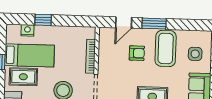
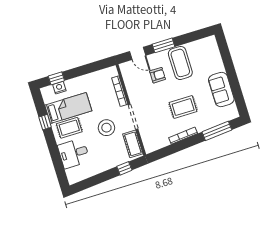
window: (43, 20) -> (56, 78), moved
door: (124, 23) -> (138, 53), hinge flipped
side table: (195, 54) -> (207, 59), removed

